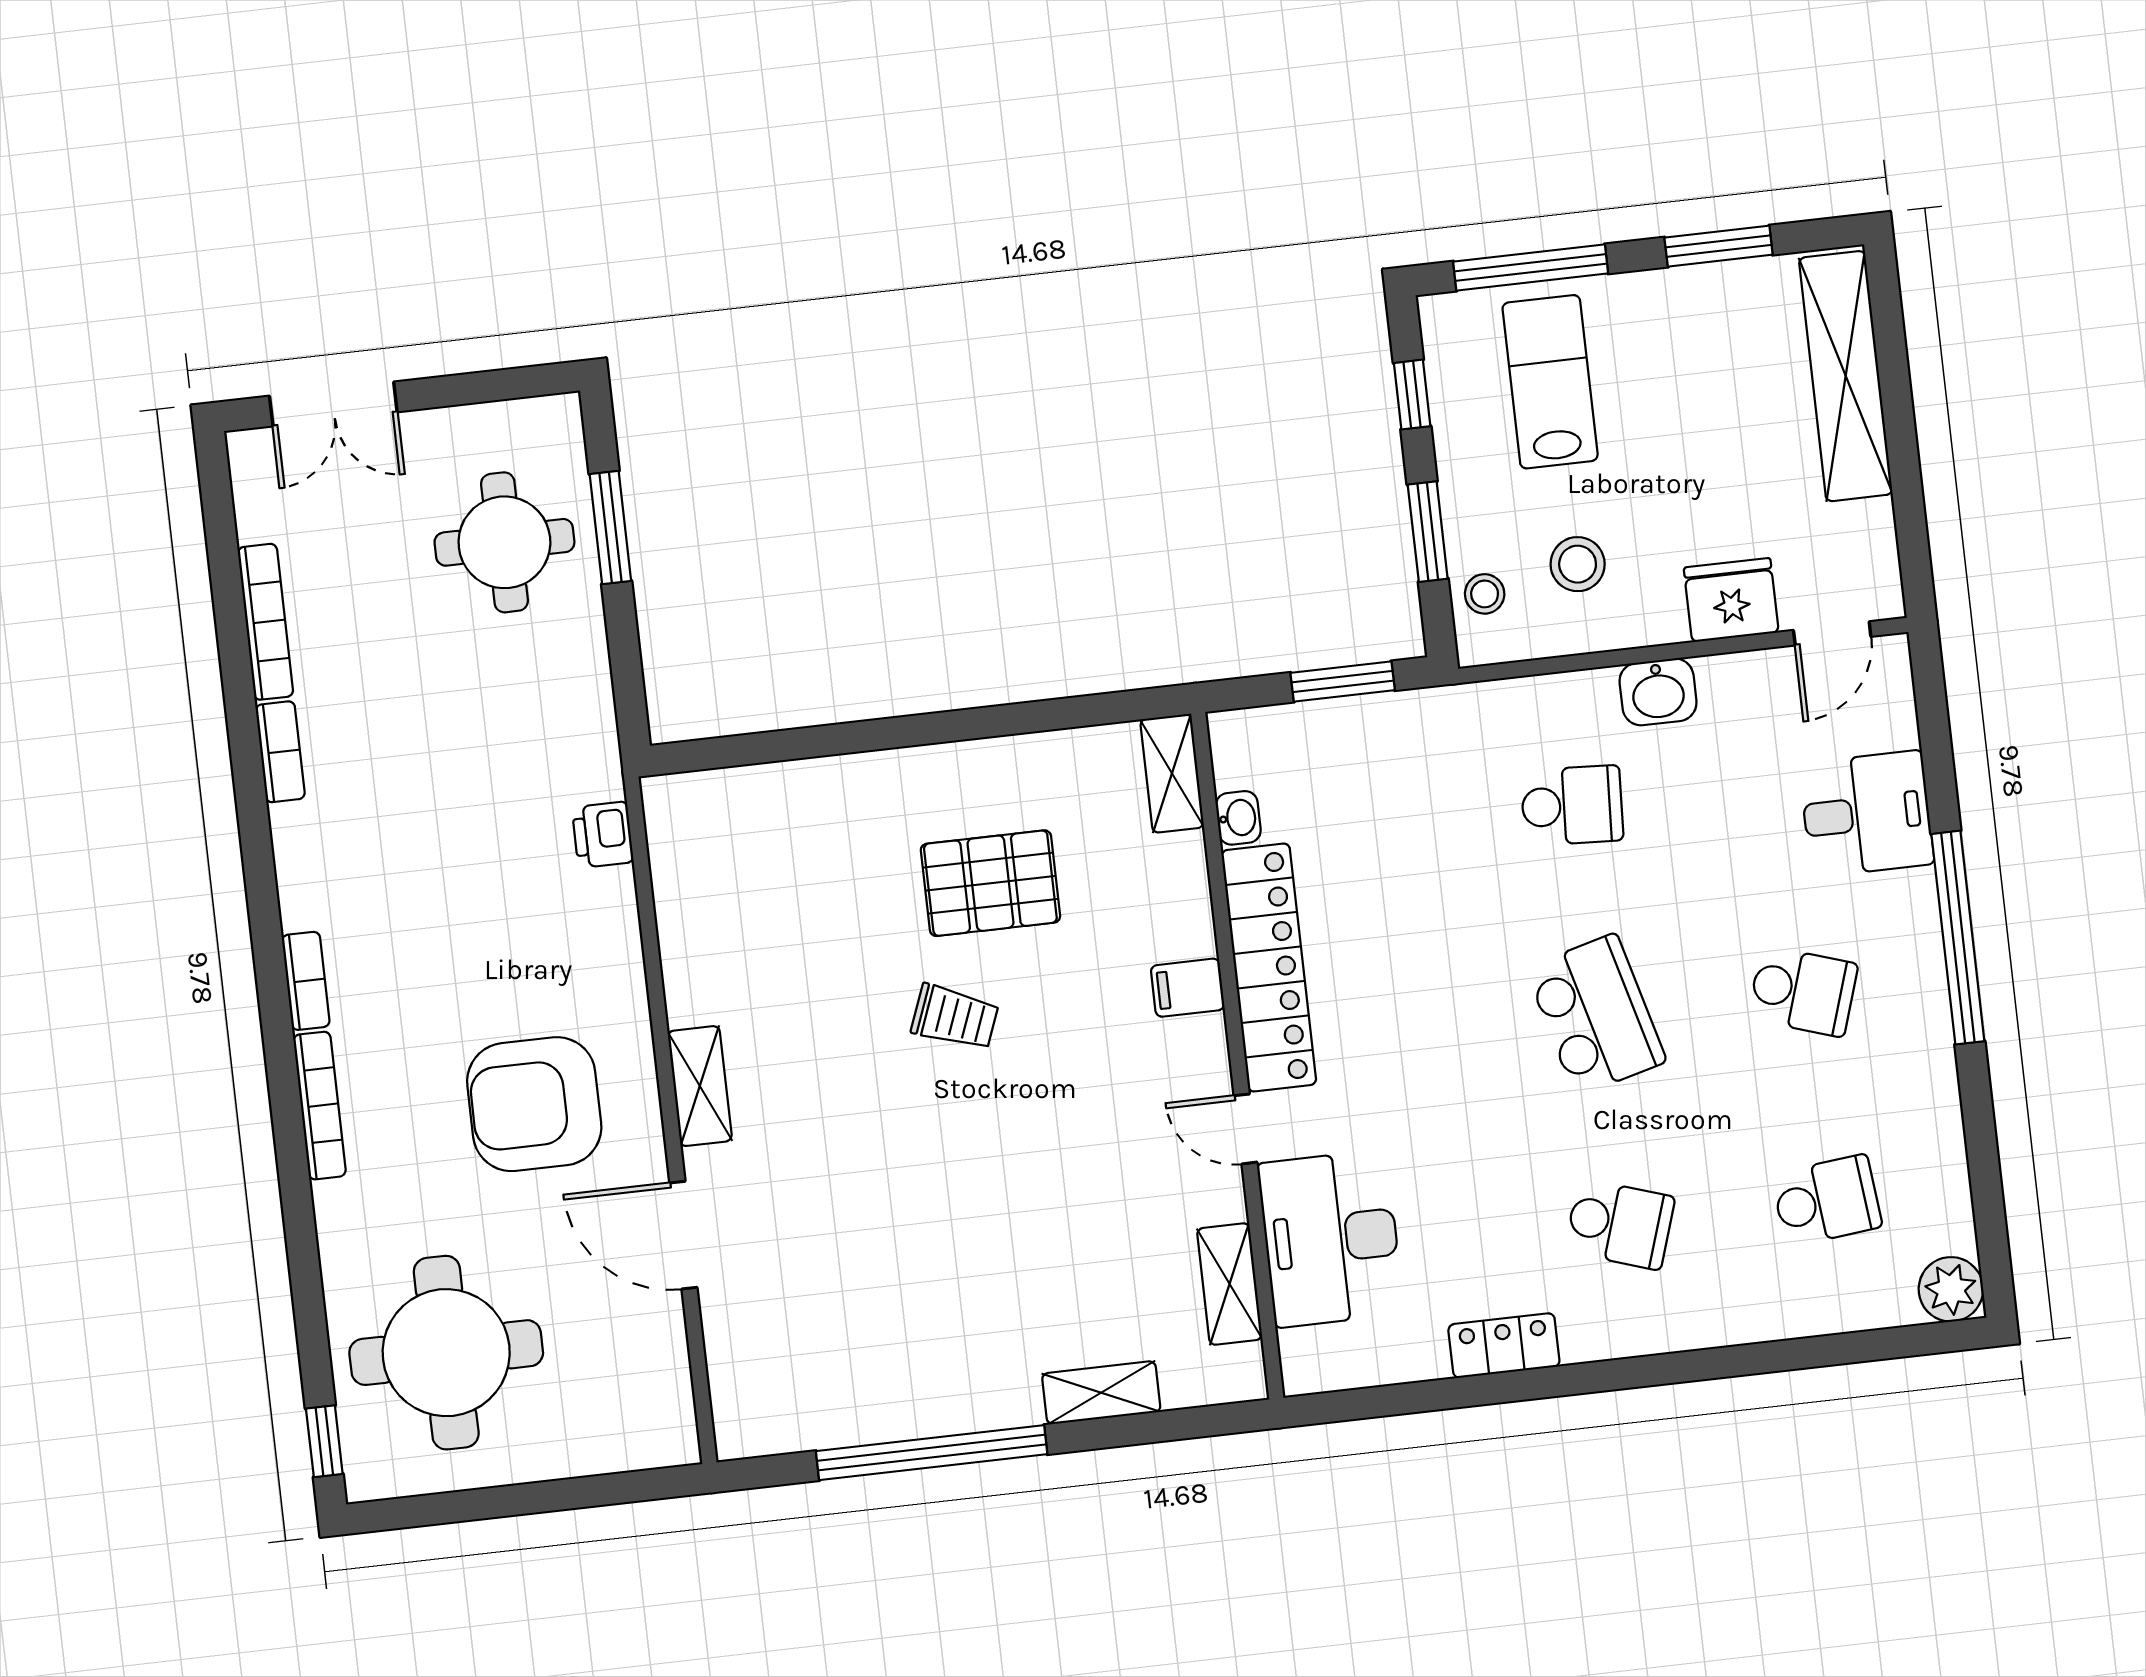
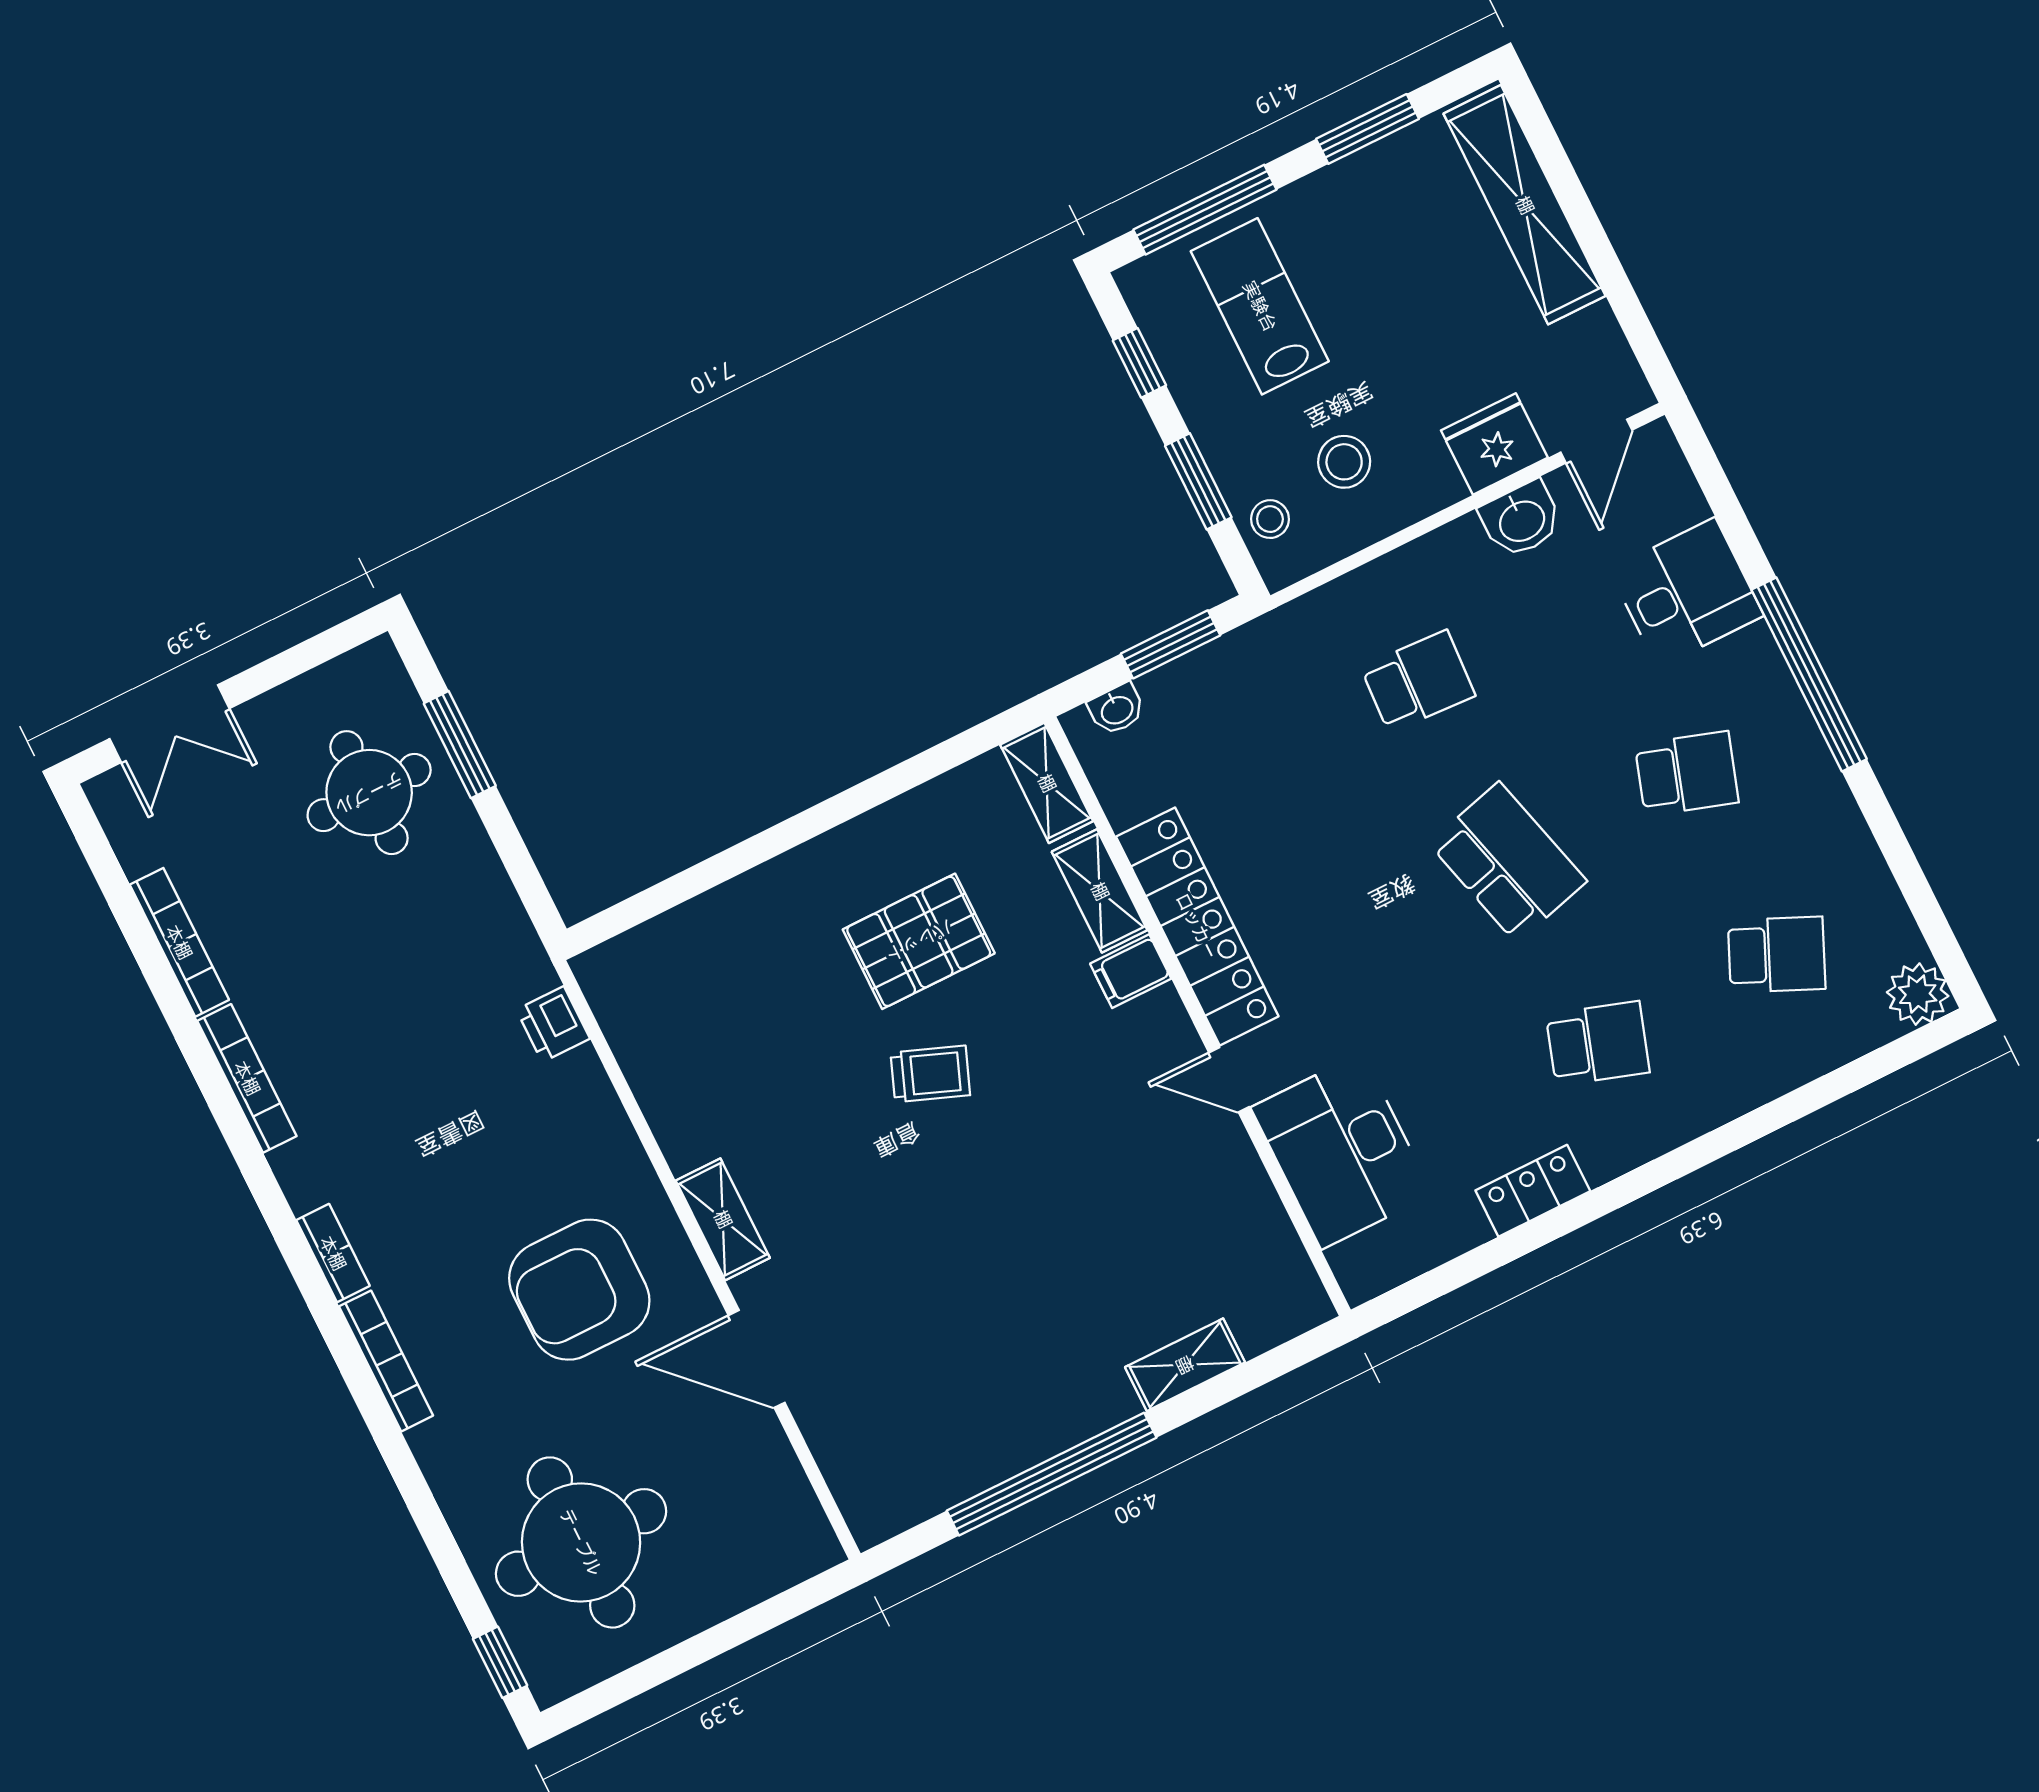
washbasin: (1658, 692) -> (1521, 520), moved
bookcase: (280, 752) -> (247, 1078), width x1.56
washbasin: (1238, 818) -> (1117, 709), moved, turned 90
school desk: (1827, 1201) -> (1777, 955), turned 30
shelving: (1230, 1284) -> (1100, 891), moved

